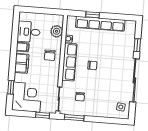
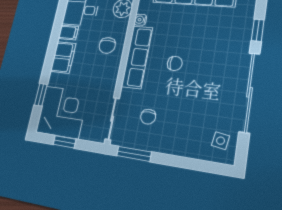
window: (43, 115) -> (65, 142), moved

